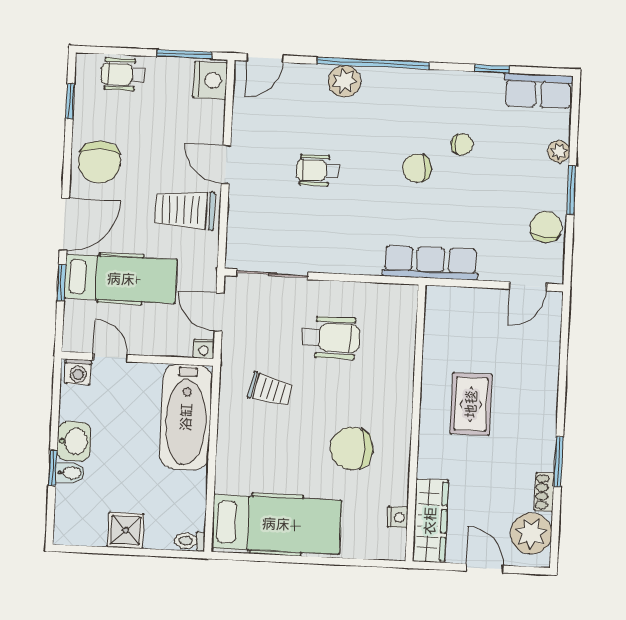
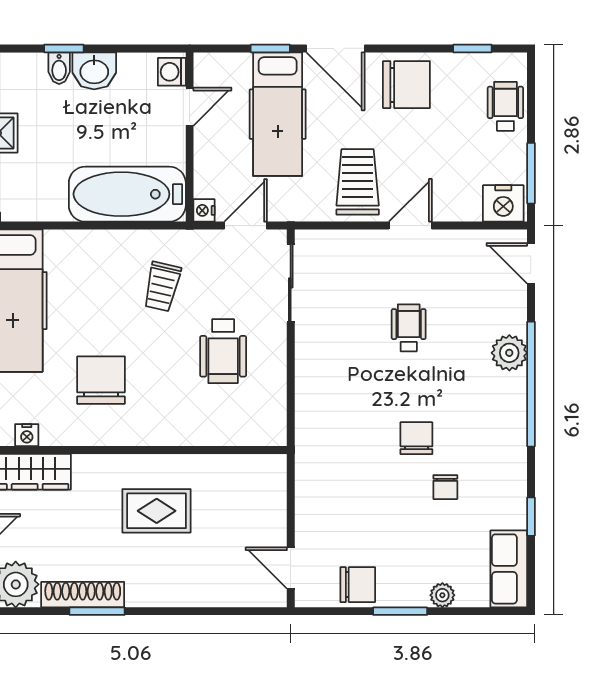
chair: (100, 162) -> (406, 85), turned 180
row of seats: (430, 263) -> (312, 458), removed
shoe rack: (544, 492) -> (83, 595), width x1.94, depth x1.24

